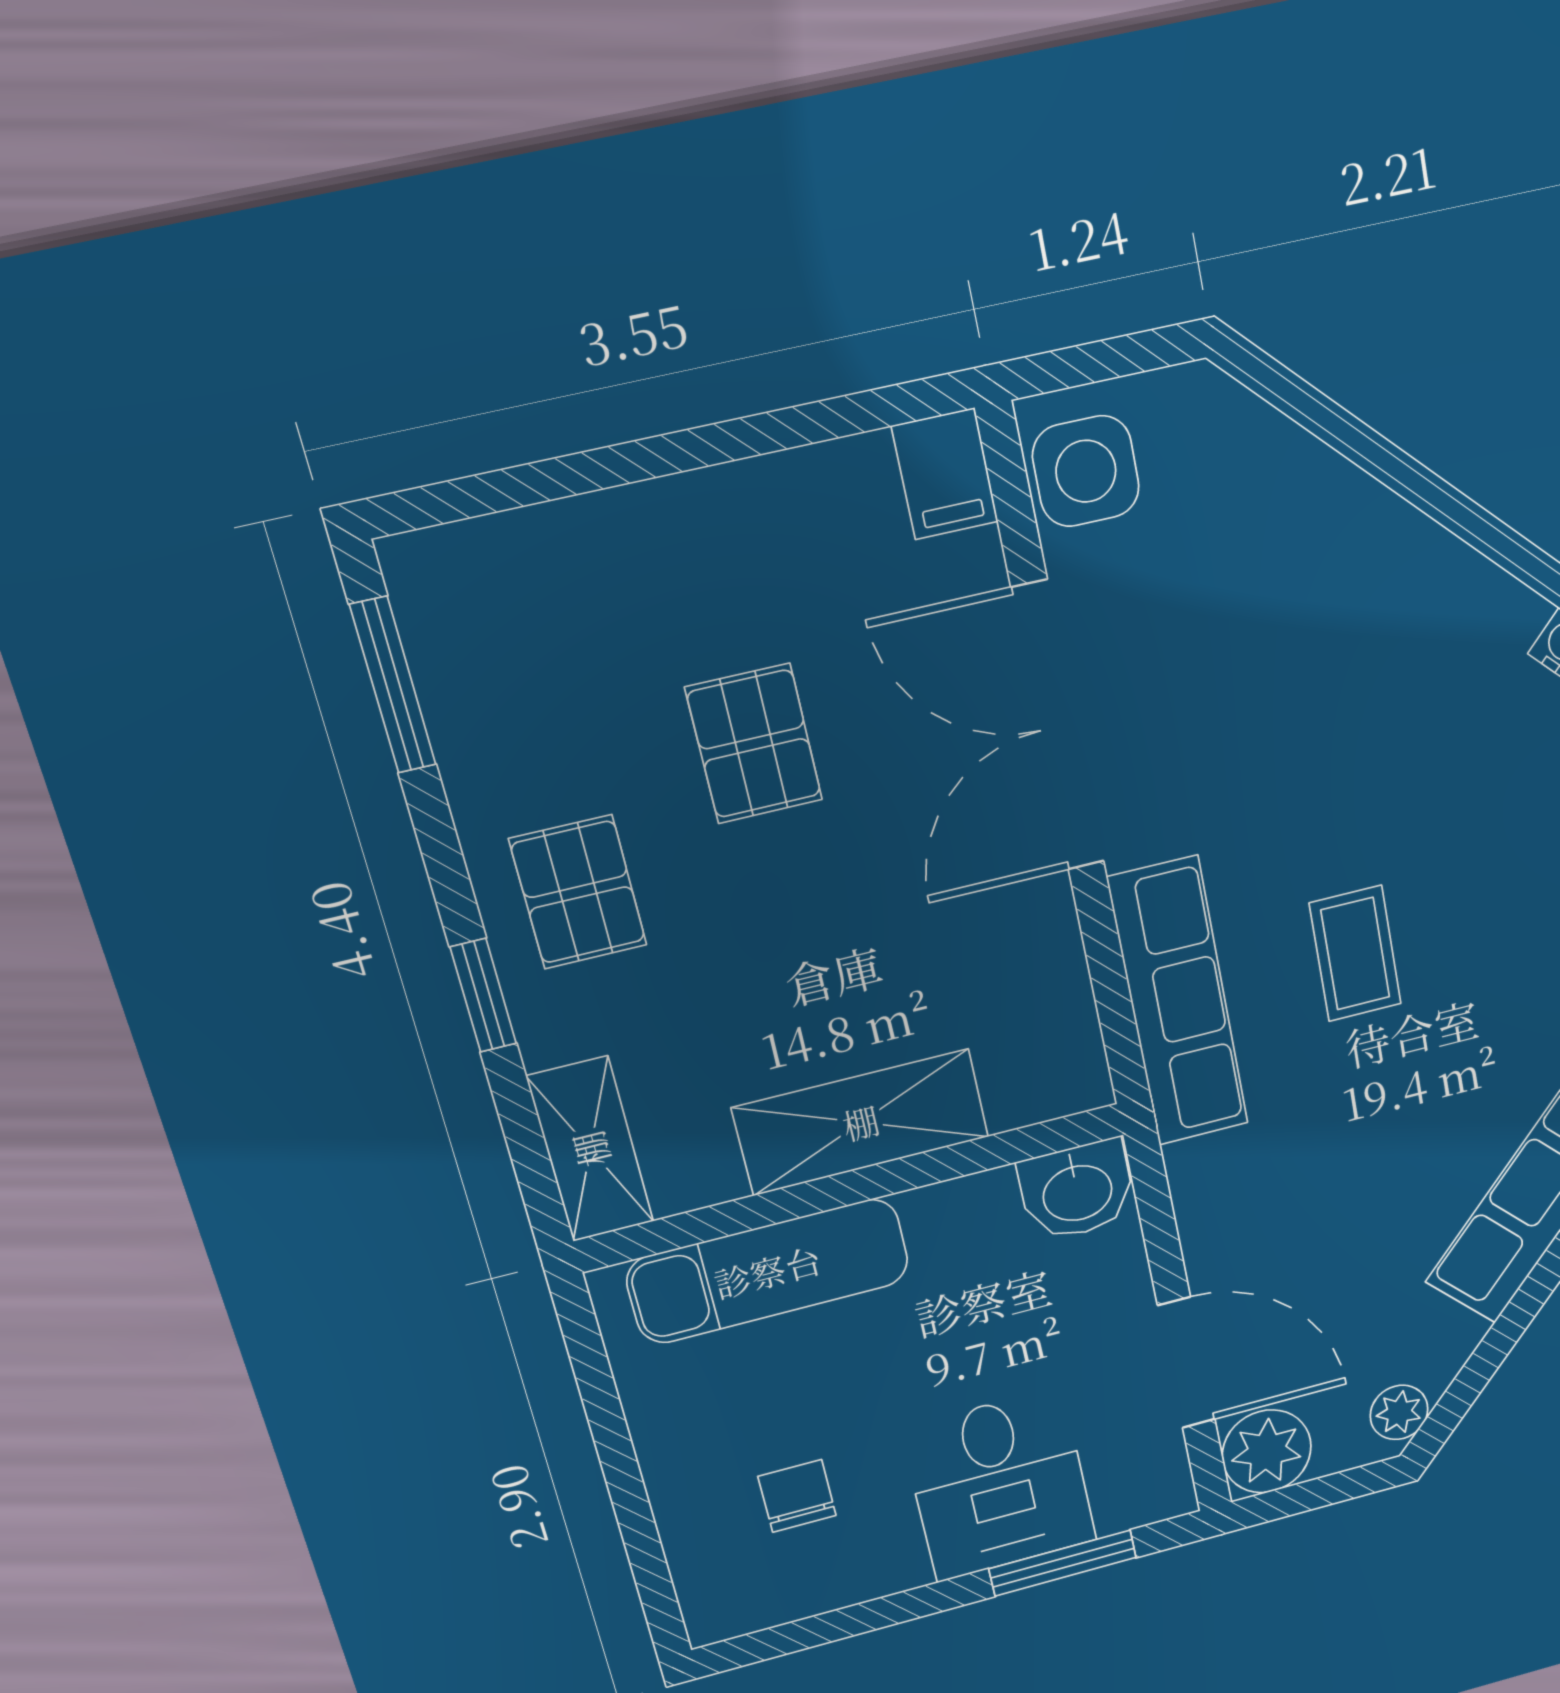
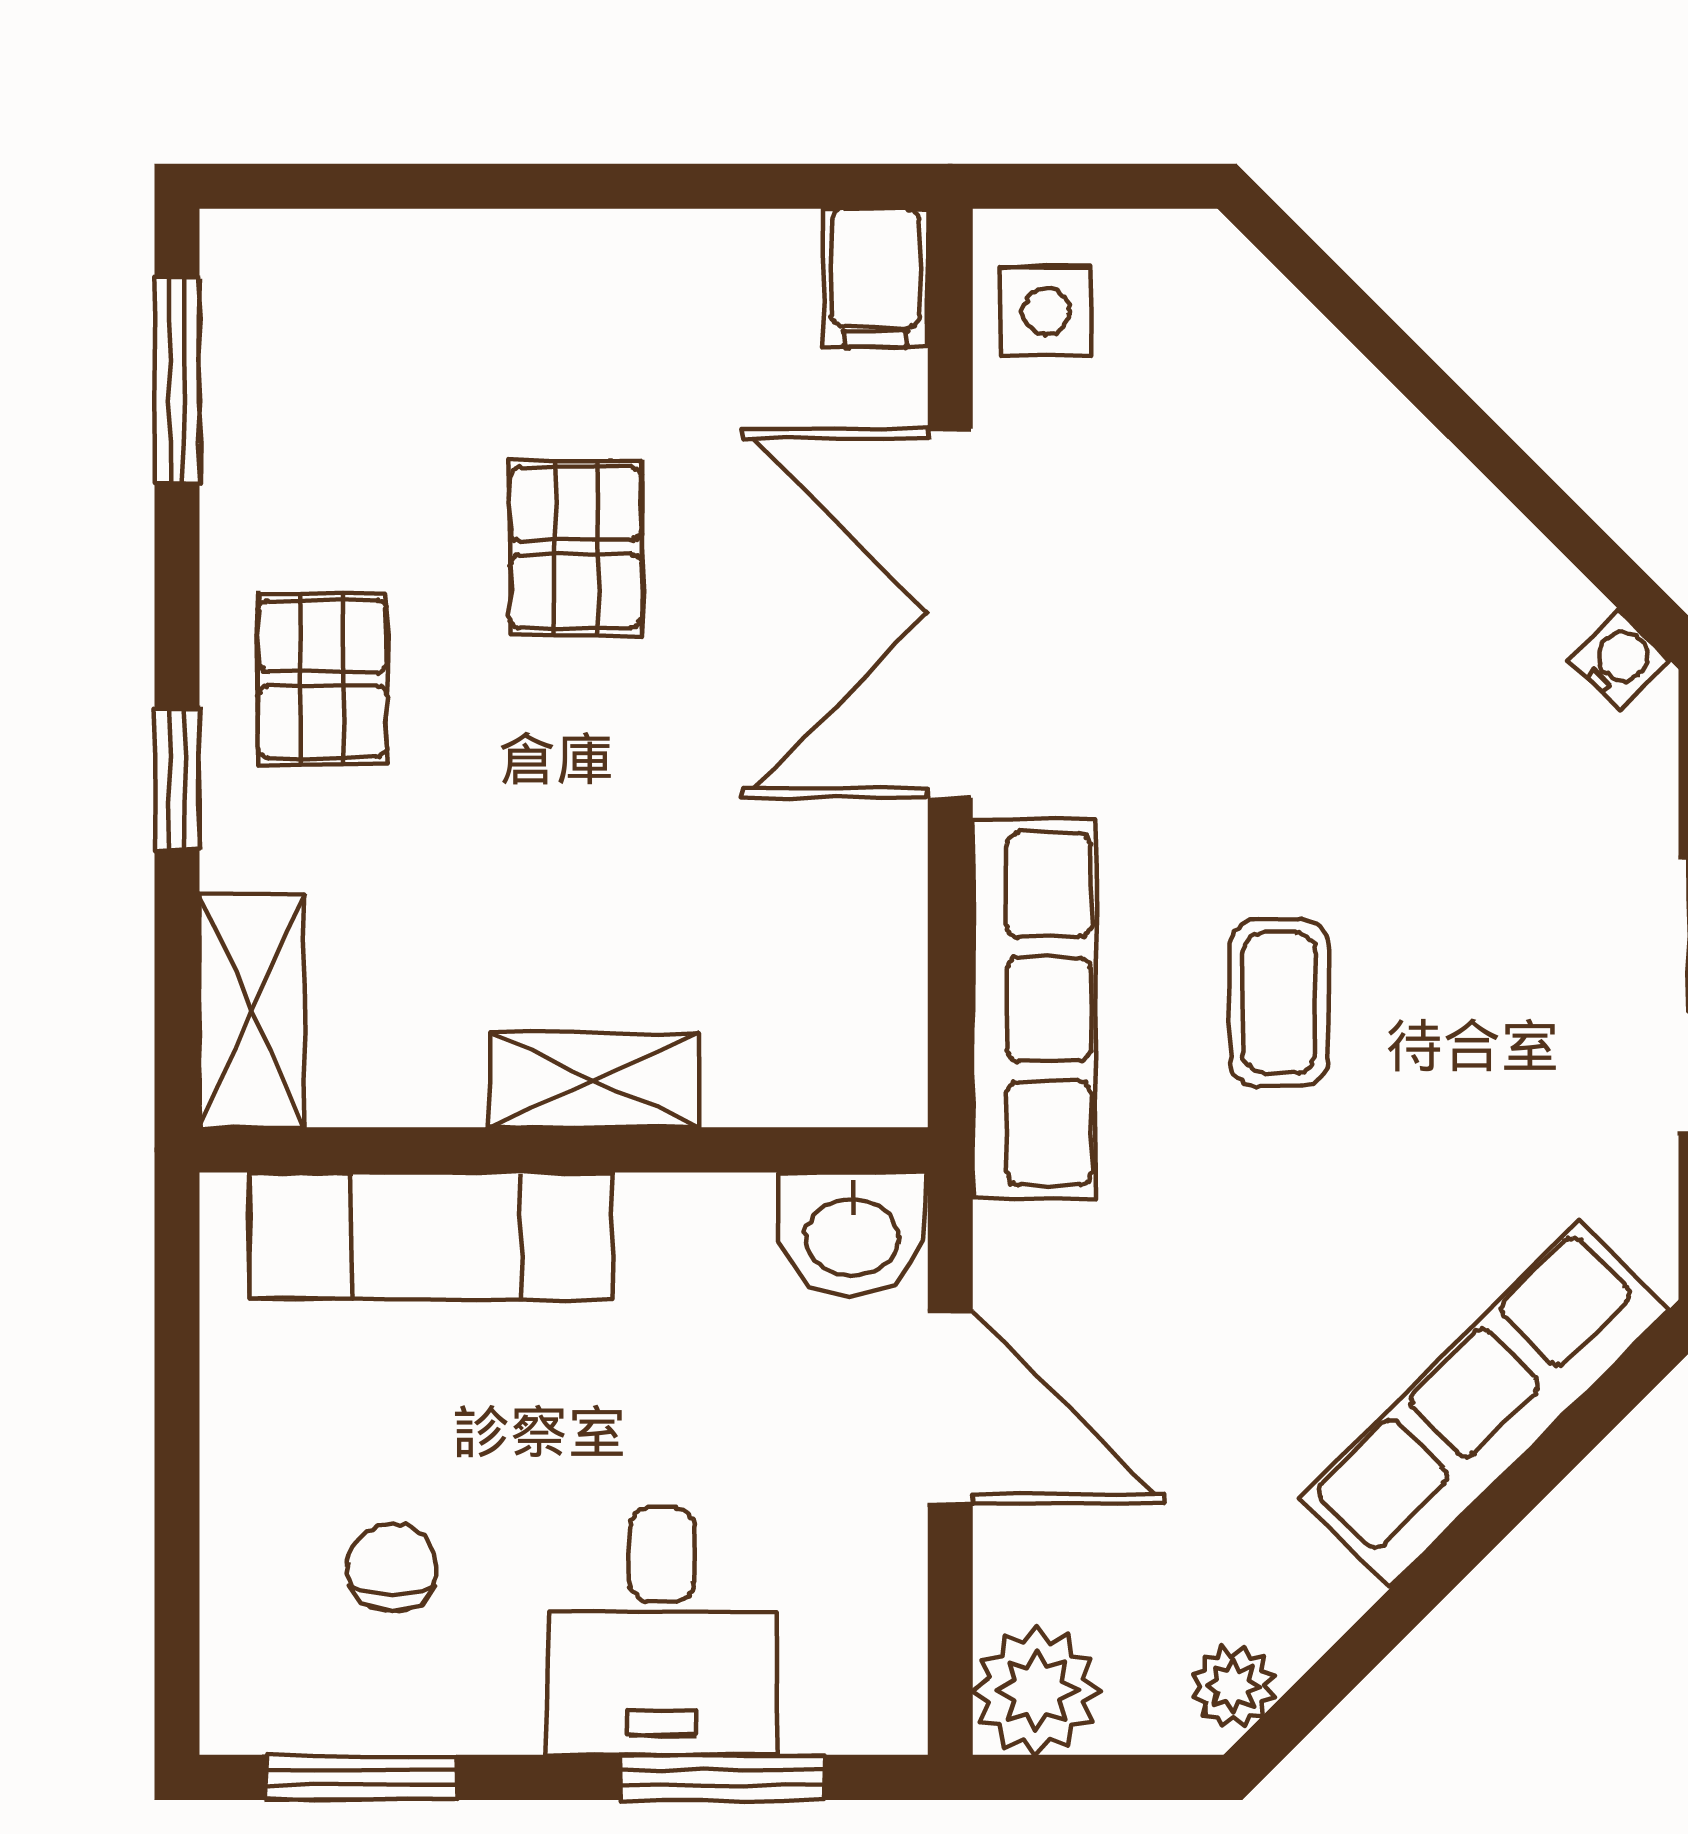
side table: (1086, 471) -> (1046, 311), width x0.73, depth x0.73
shelving: (861, 1122) -> (594, 1080), width x0.67, depth x0.75
door: (1186, 1363) -> (950, 1408), moved
window: (810, 1632) -> (361, 1777), added

